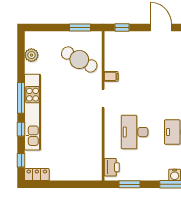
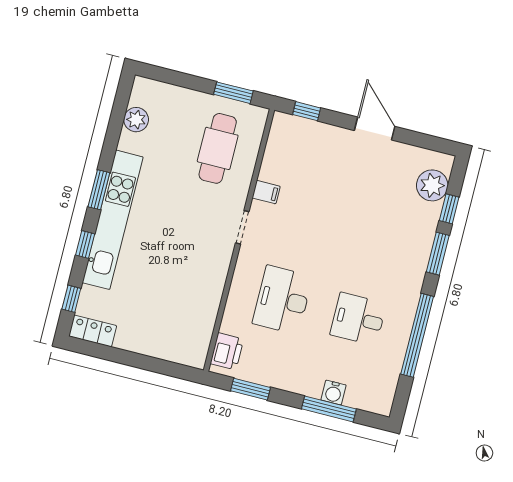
cafe table: (79, 59) -> (218, 148), turned 61
window: (21, 98) -> (99, 190), width x0.69

